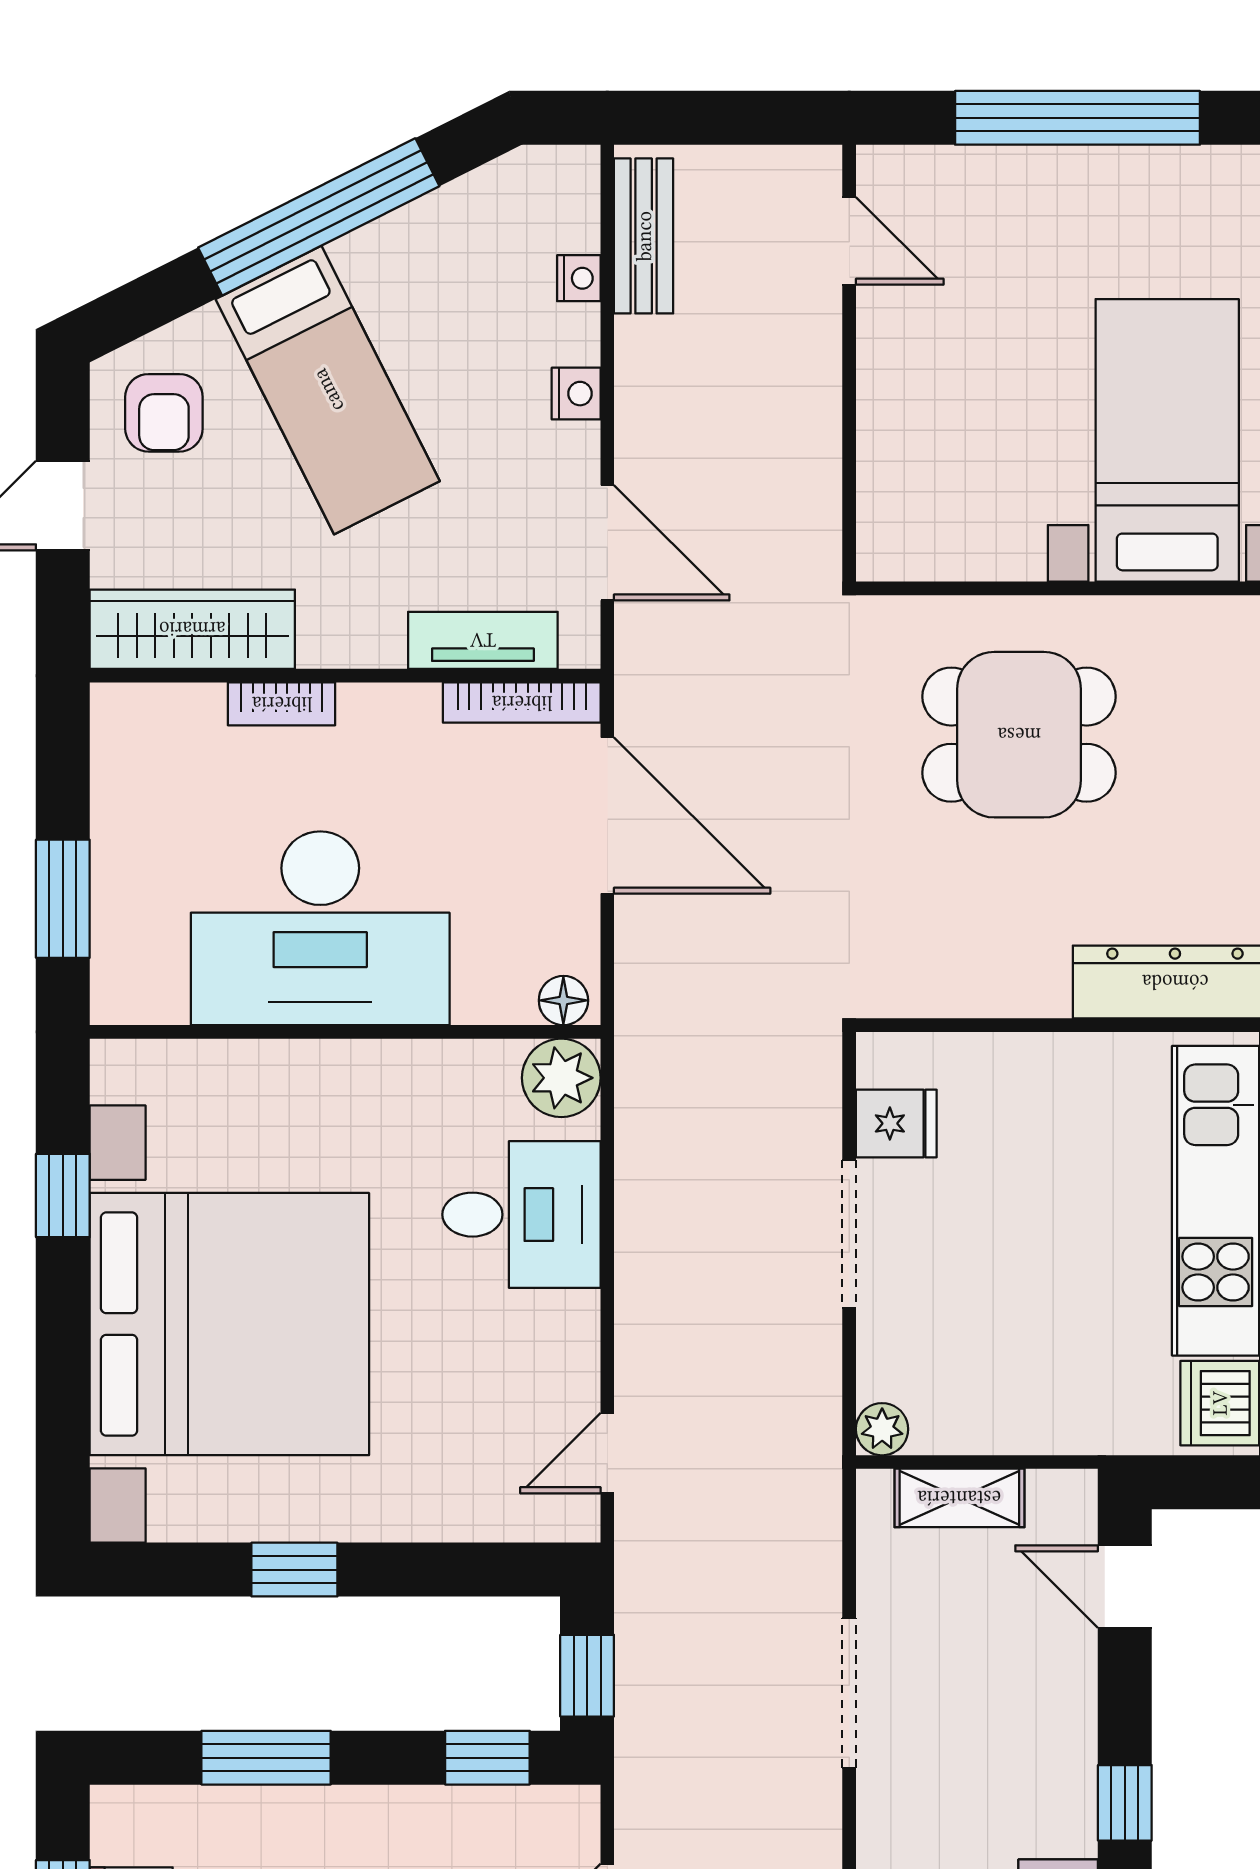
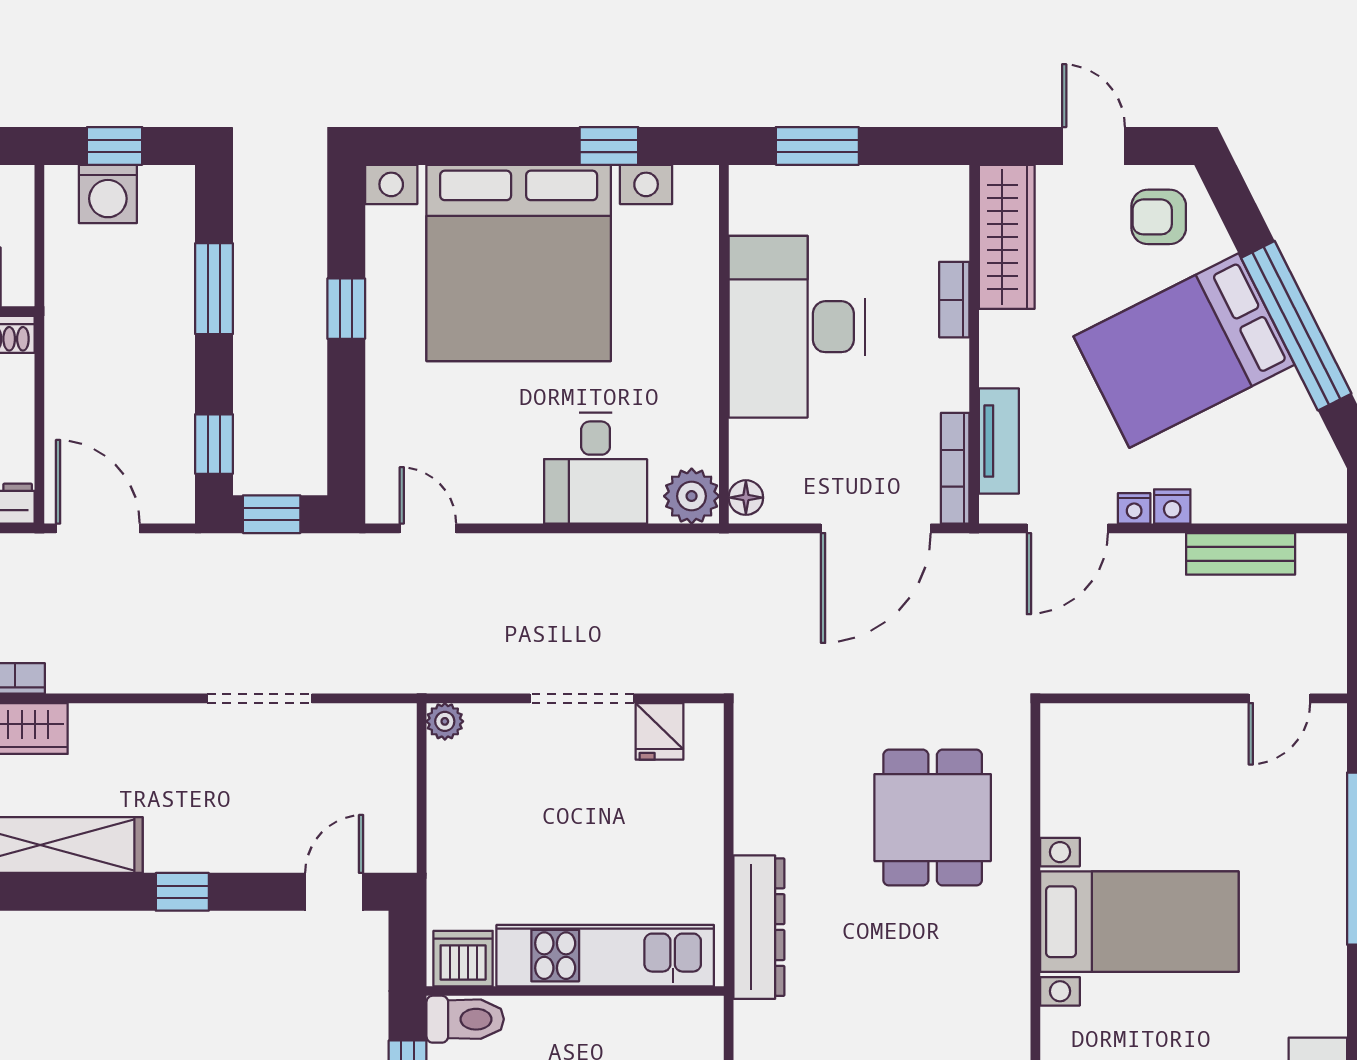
bench: (644, 236) -> (1241, 554), moved
nightstand: (579, 278) -> (1134, 508), moved
bed: (328, 390) -> (1184, 351), width x1.50
shelving: (959, 1498) -> (396, 776), removed

